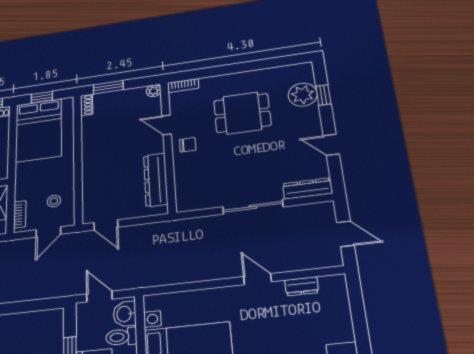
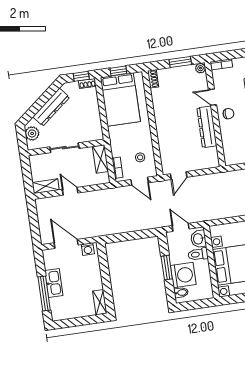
window: (108, 87) -> (180, 62), moved
dresser: (156, 180) -> (207, 127), moved
door: (106, 225) -> (179, 176), hinge flipped
door: (48, 232) -> (140, 181), hinge flipped

